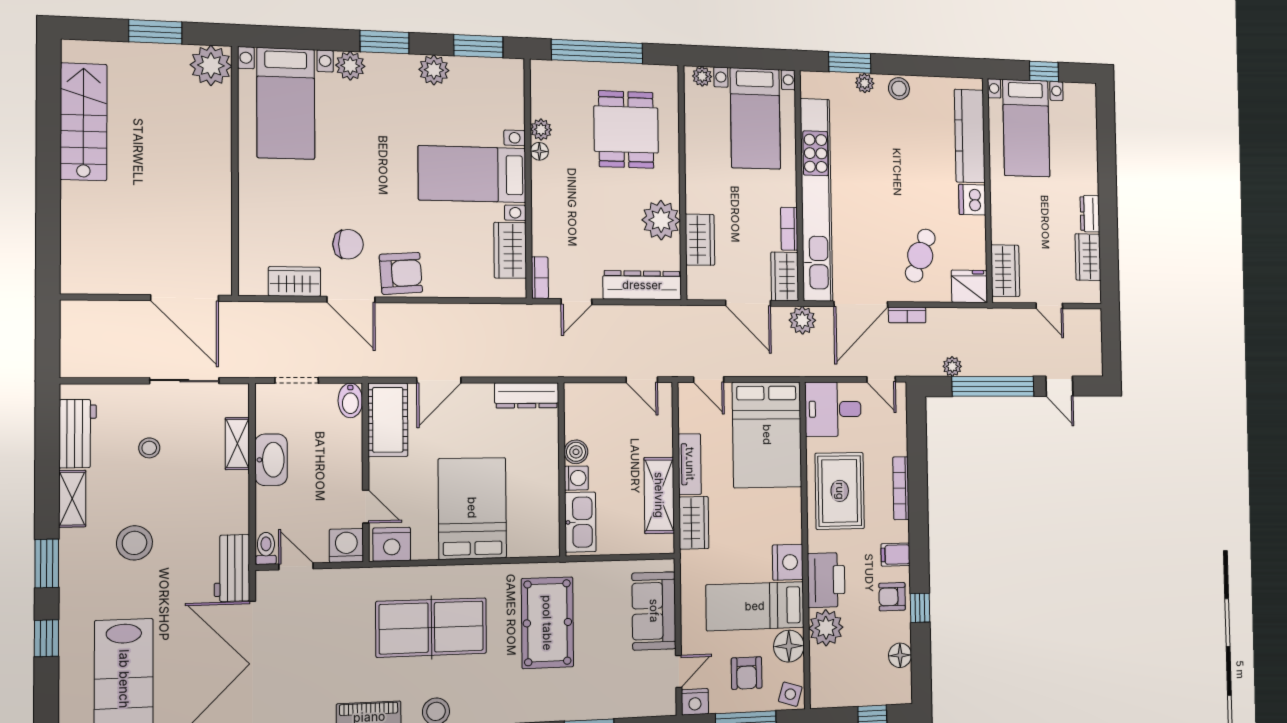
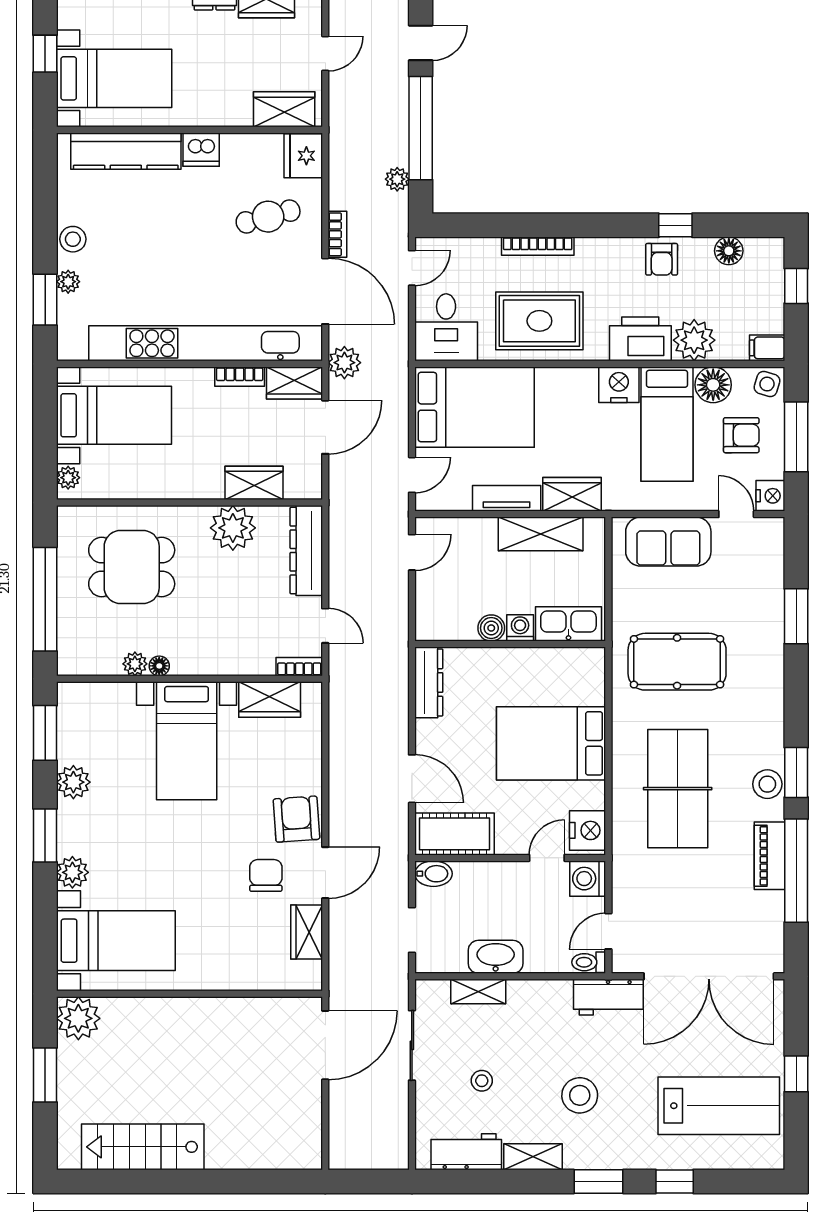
cafe table: (920, 256) -> (268, 217), turned -36
filing cabinet: (895, 555) -> (767, 348), moved, turned 90

